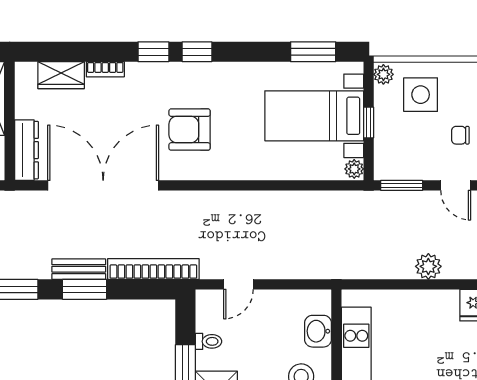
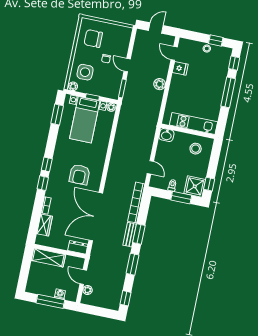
dresser: (26, 150) -> (78, 247), width x0.70
door: (456, 185) -> (127, 65), swing flipped
washbasin: (318, 331) -> (166, 135), moved

